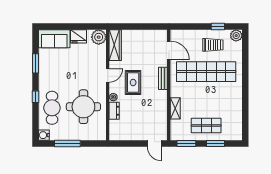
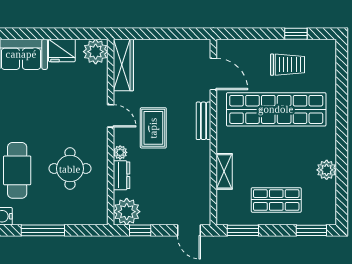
plant: (236, 36) -> (327, 170), moved
door: (108, 75) -> (111, 116), hinge flipped
round table: (83, 107) -> (70, 169), width x0.73, depth x0.73
plant: (117, 132) -> (127, 212), added
window: (125, 144) -> (140, 230), added
window: (215, 144) -> (311, 230), moved

